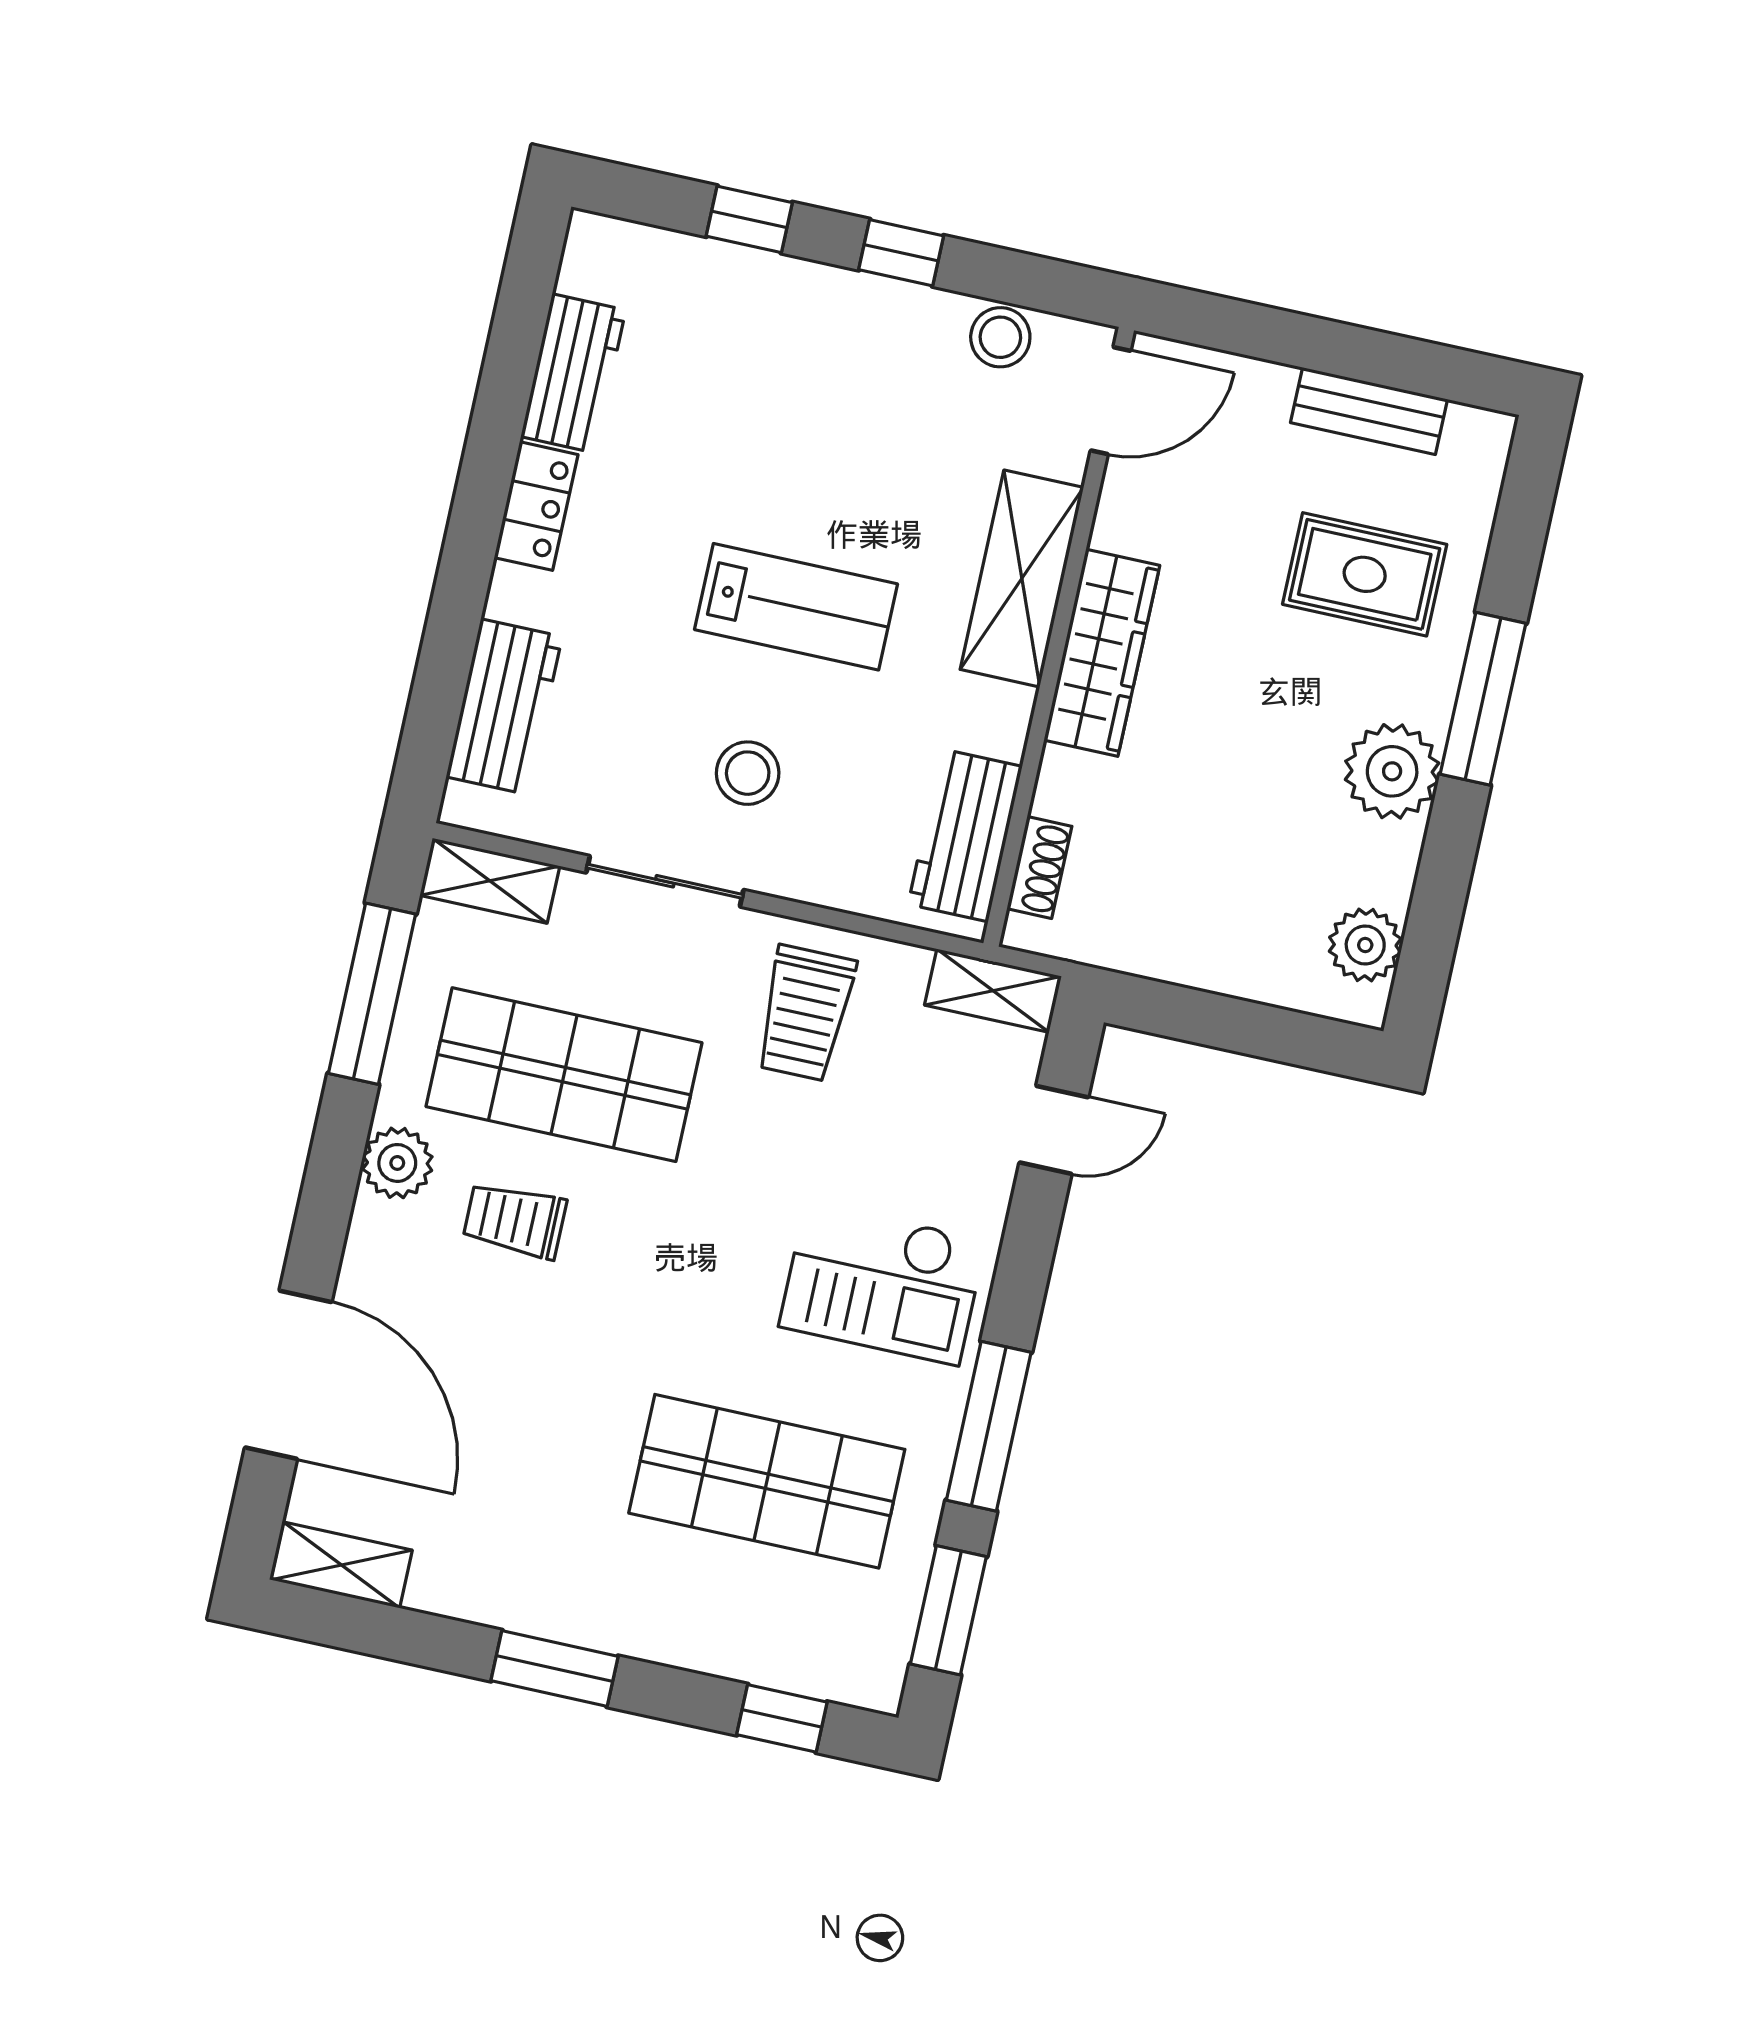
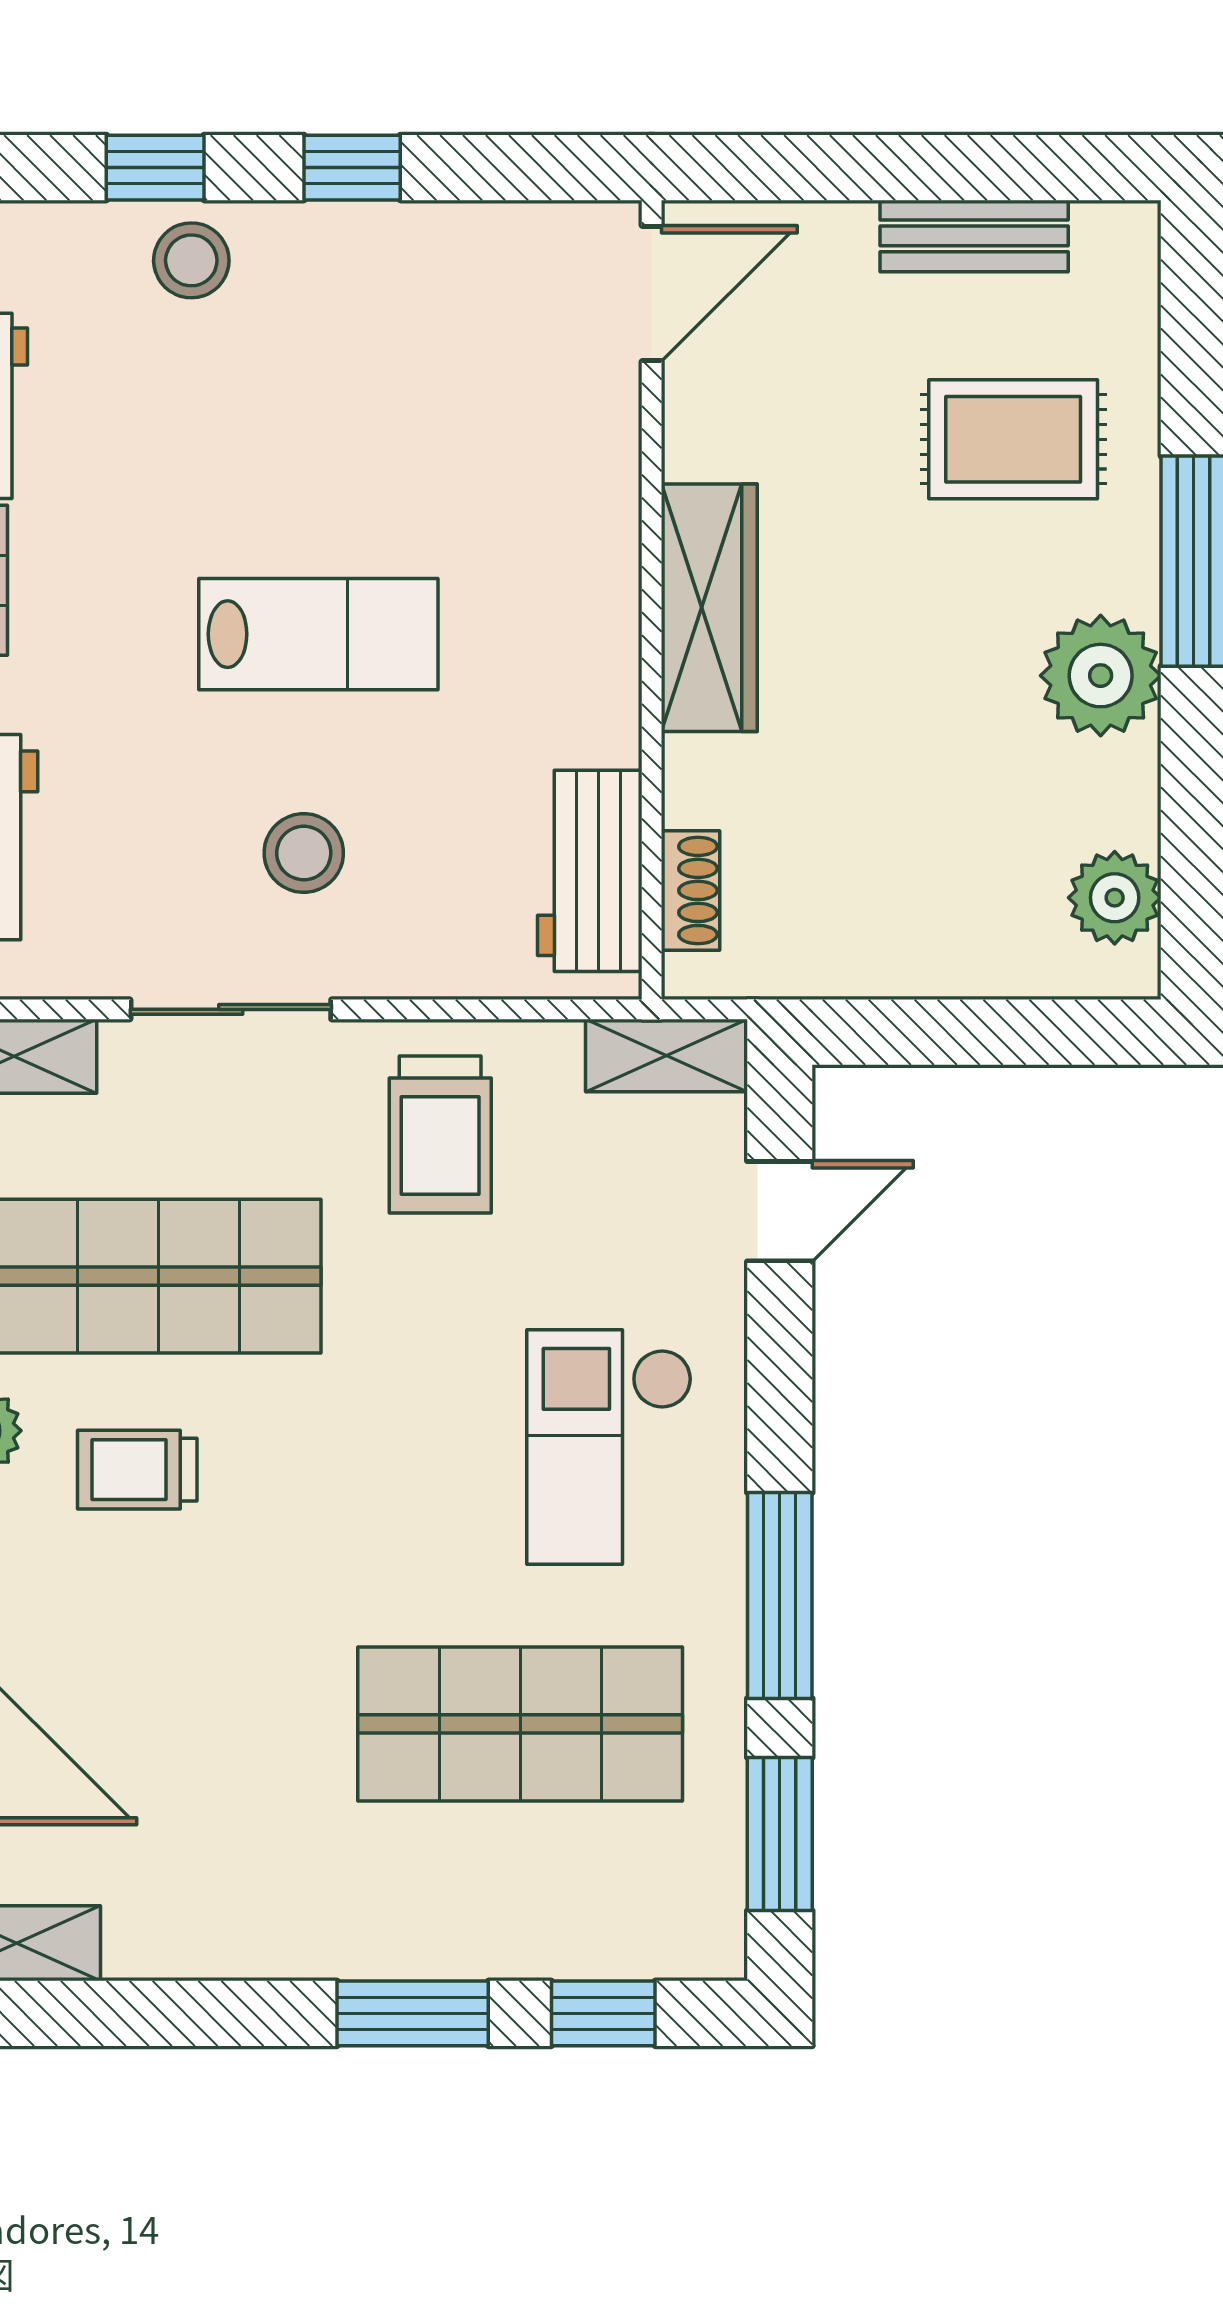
stool: (1000, 337) -> (191, 260), moved
shelving: (1022, 578) -> (590, 538), removed
checkout: (883, 1283) -> (609, 1447), turned 90
window: (554, 1668) -> (413, 2013), moved

